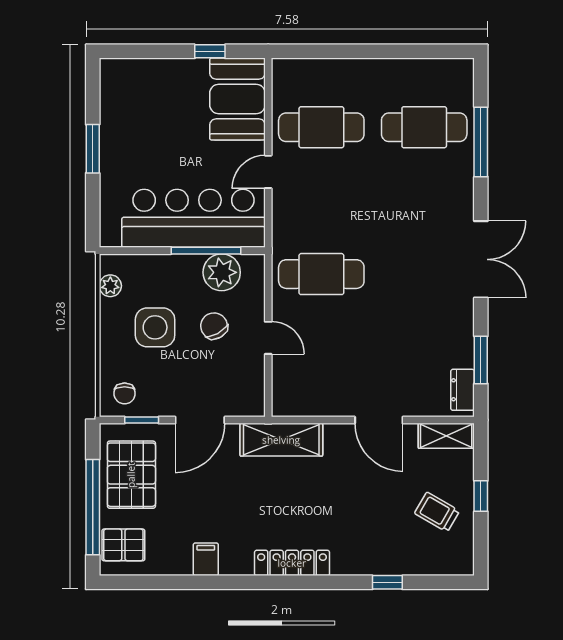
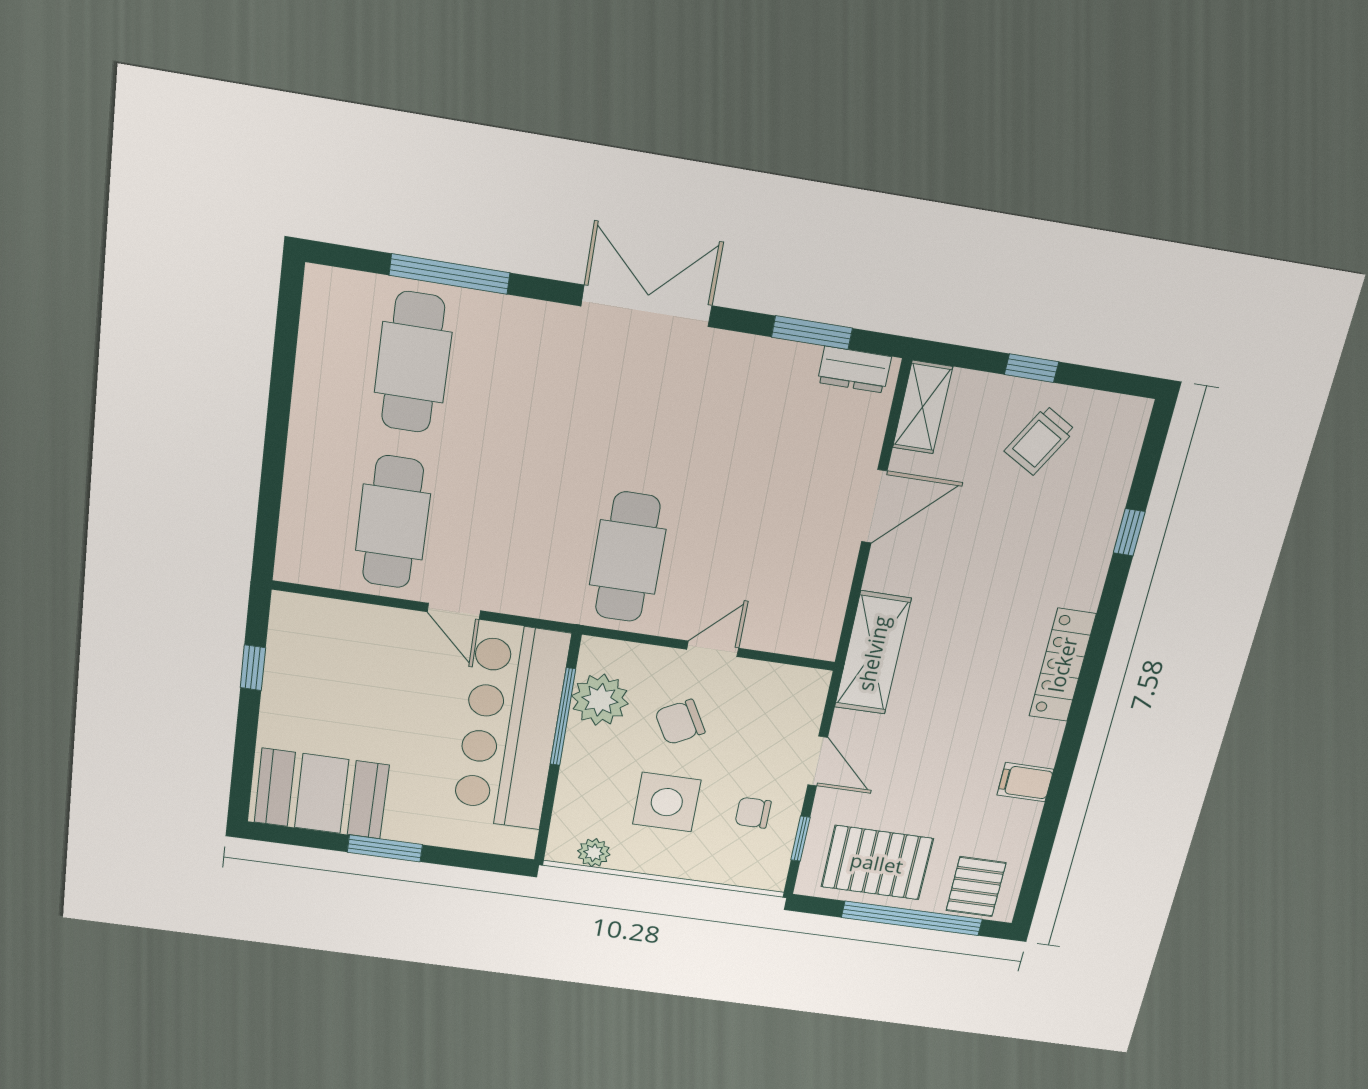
booth: (237, 99) -> (322, 794), moved
chair: (125, 393) -> (753, 813), moved, turned 180
door: (200, 420) -> (818, 761), width x0.73

